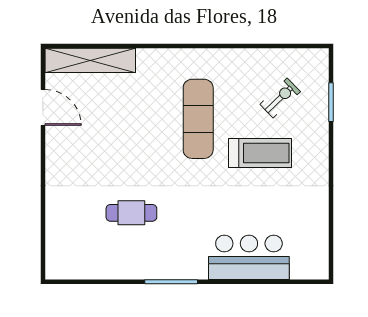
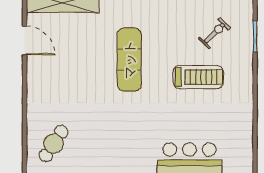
exercise mat: (198, 119) -> (129, 60), moved
cafe table: (131, 213) -> (54, 144), moved, turned -57

